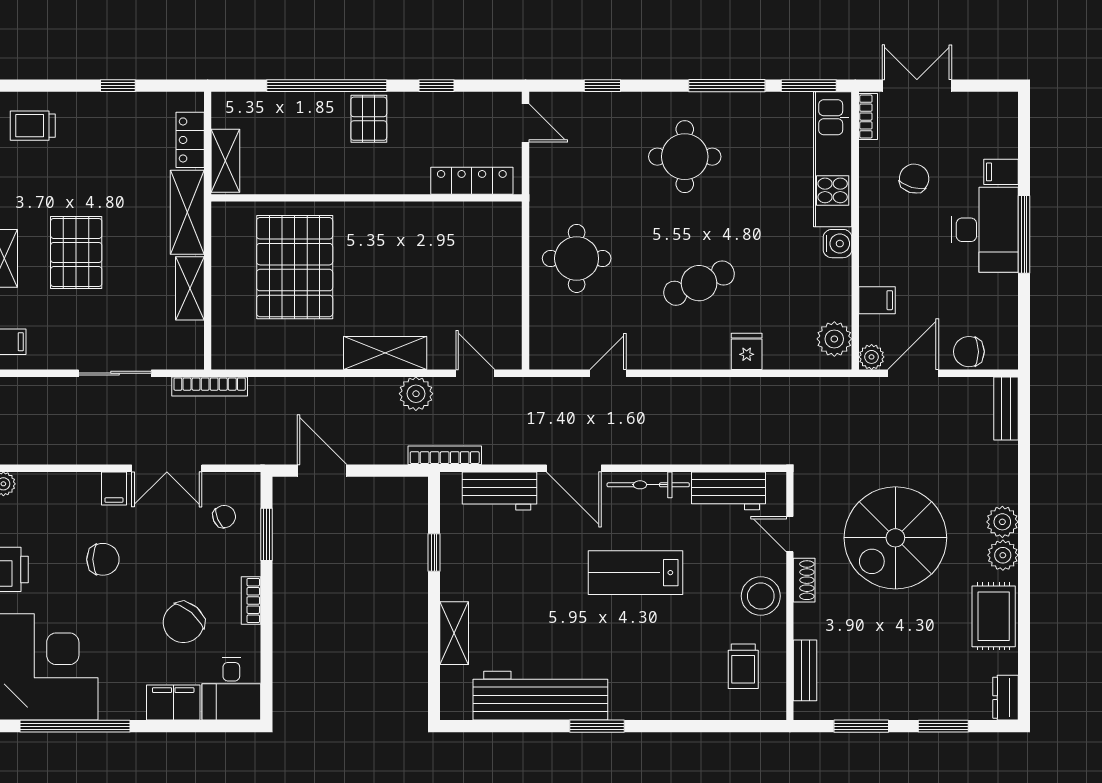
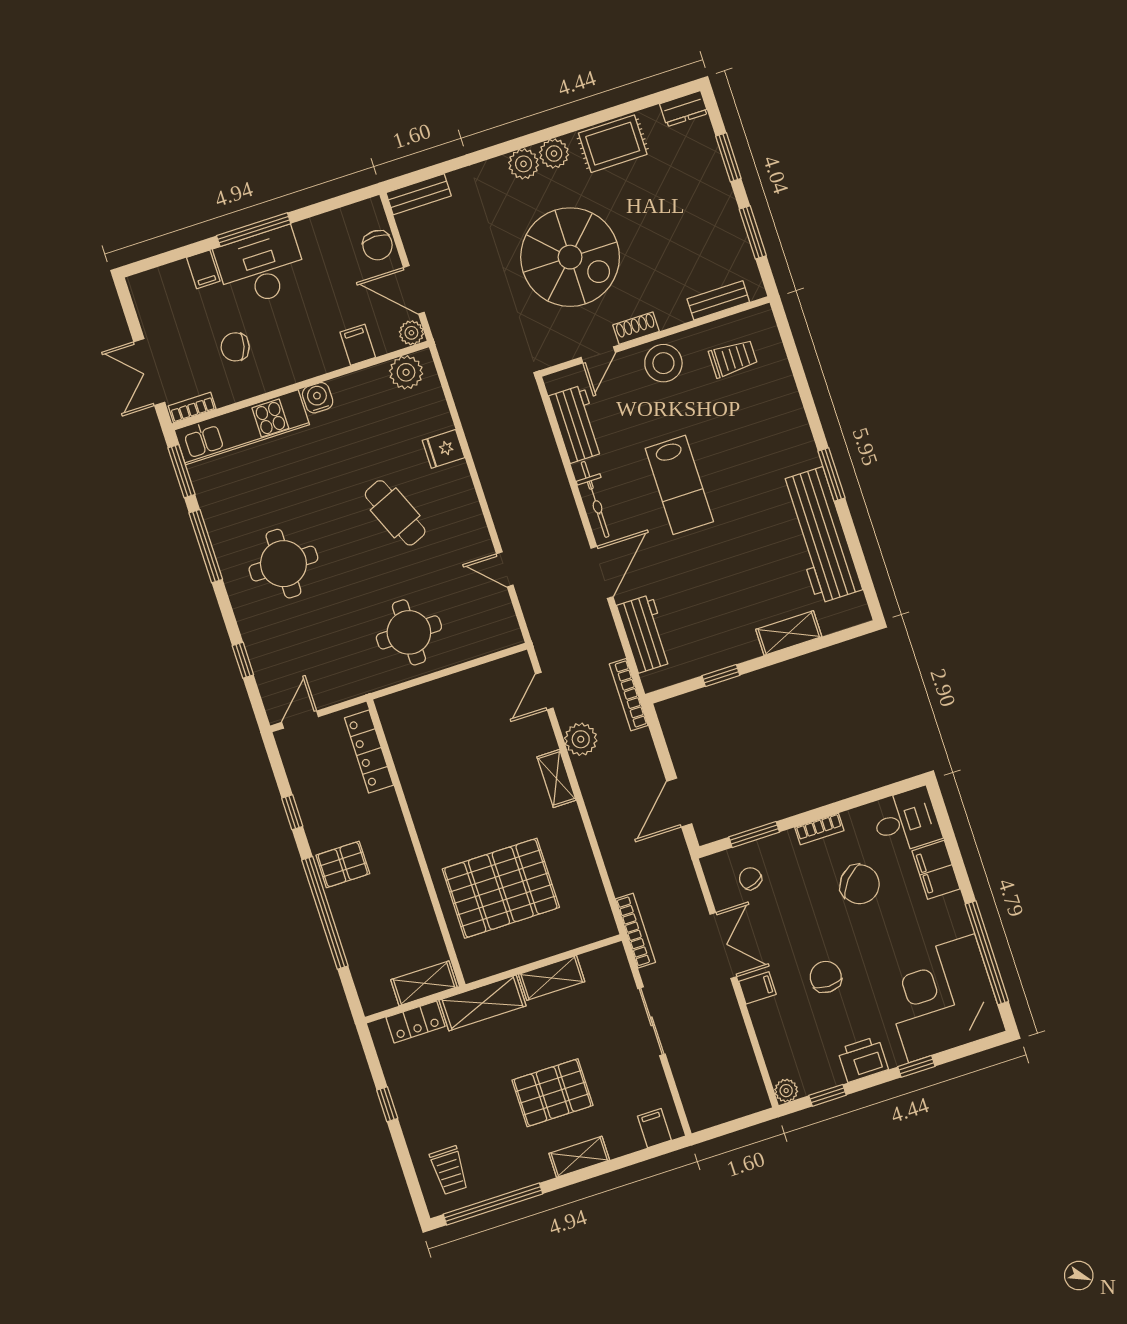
shelving: (385, 353) -> (556, 778), width x0.67, depth x0.75

